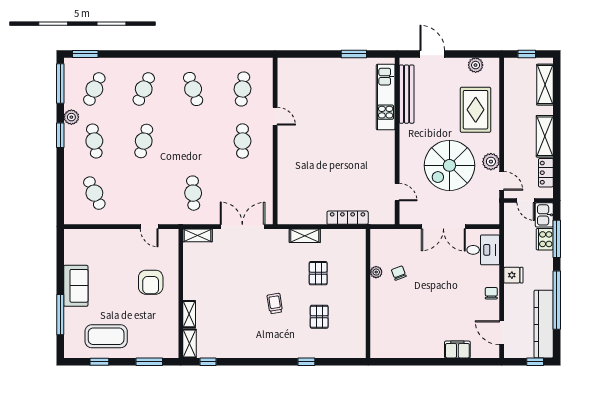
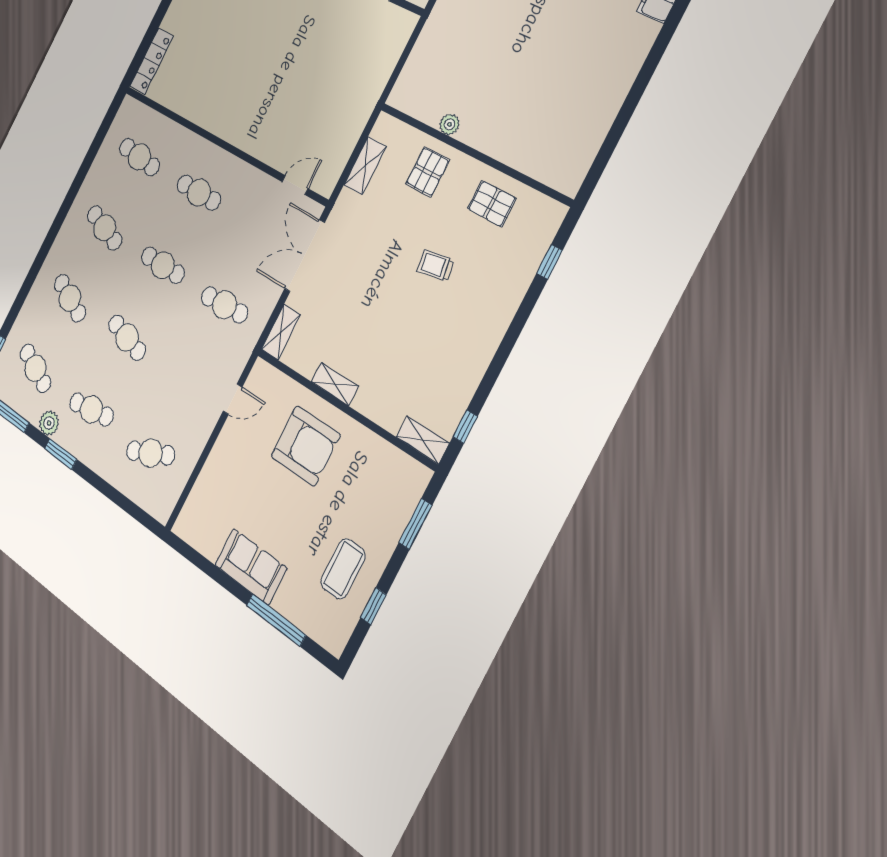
cafe table: (193, 89) -> (105, 228), turned 36
door: (275, 116) -> (295, 185), moved
cafe table: (193, 141) -> (163, 265), added
locker: (348, 218) -> (152, 61), moved, turned 180
plant: (376, 272) -> (449, 124), moved
pallet: (318, 273) -> (428, 172), turned 90
chair: (399, 273) -> (493, 42), removed
armchair: (151, 282) -> (305, 446), width x1.36, depth x1.36
wall: (368, 293) -> (474, 153), moved
shelving: (189, 314) -> (335, 384), moved
coffee table: (106, 336) -> (343, 569), width x0.73, depth x0.76

